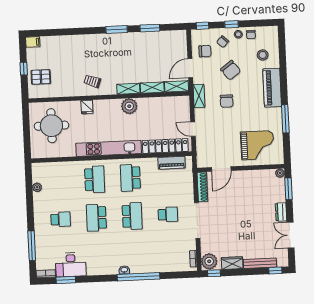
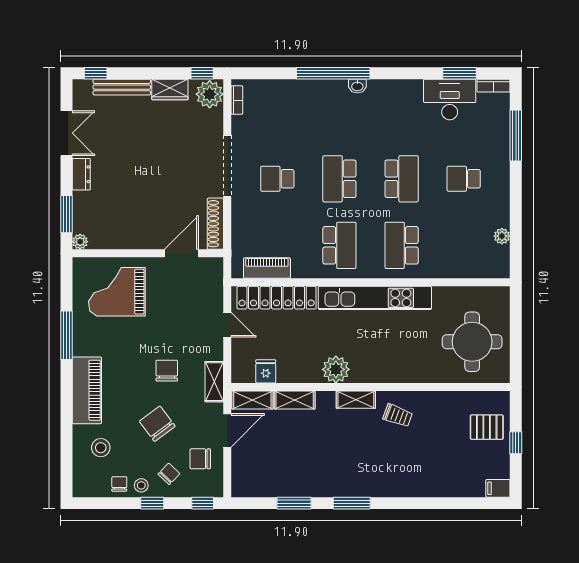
shelving: (128, 89) -> (356, 400), moved
fridge: (87, 107) -> (266, 371), moved

